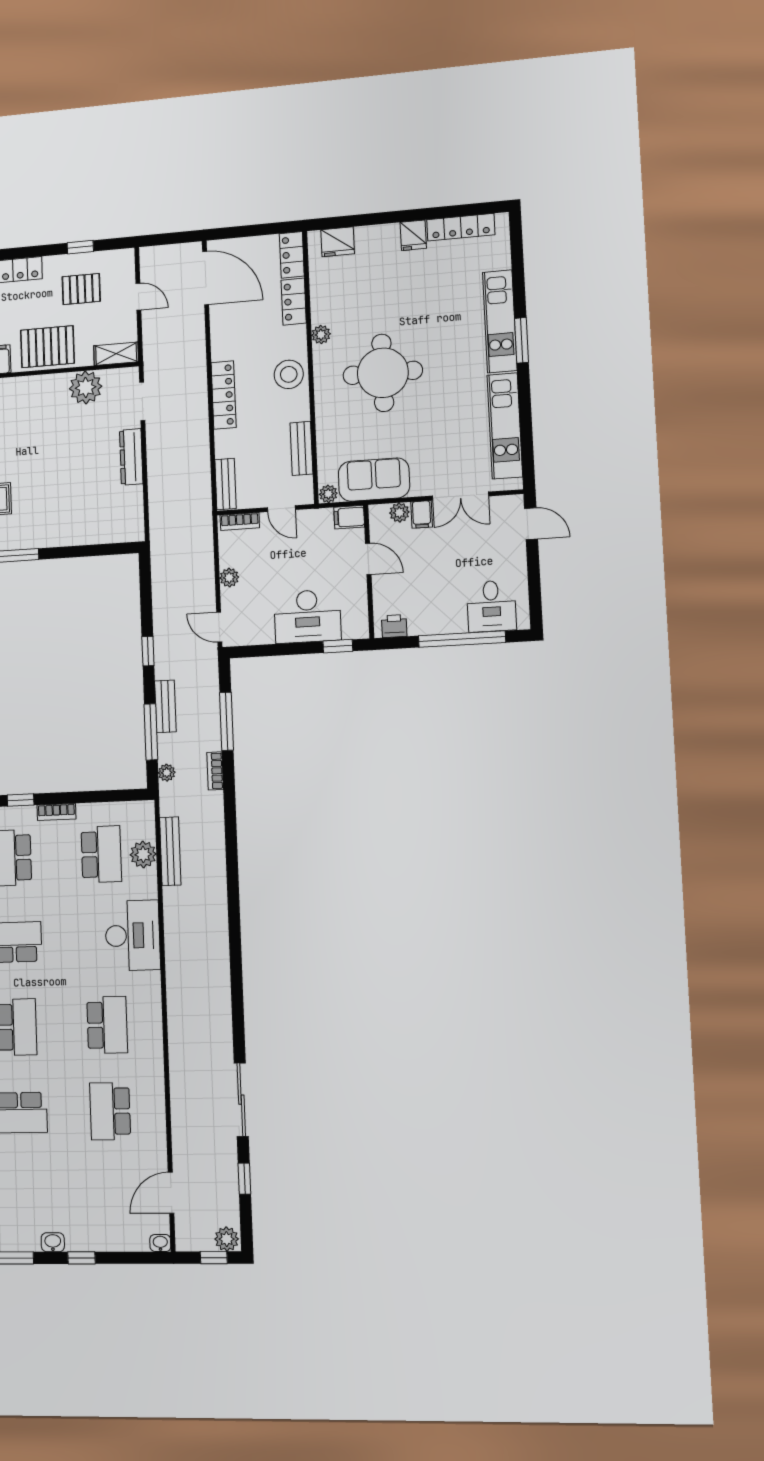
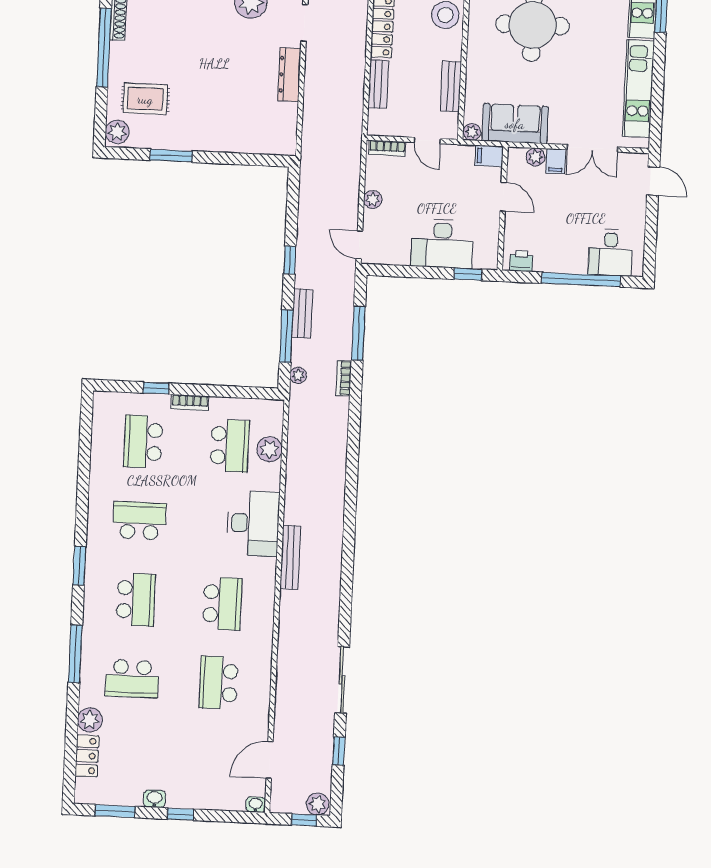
bench: (226, 484) -> (378, 84), moved
bench: (170, 851) -> (290, 557), moved

